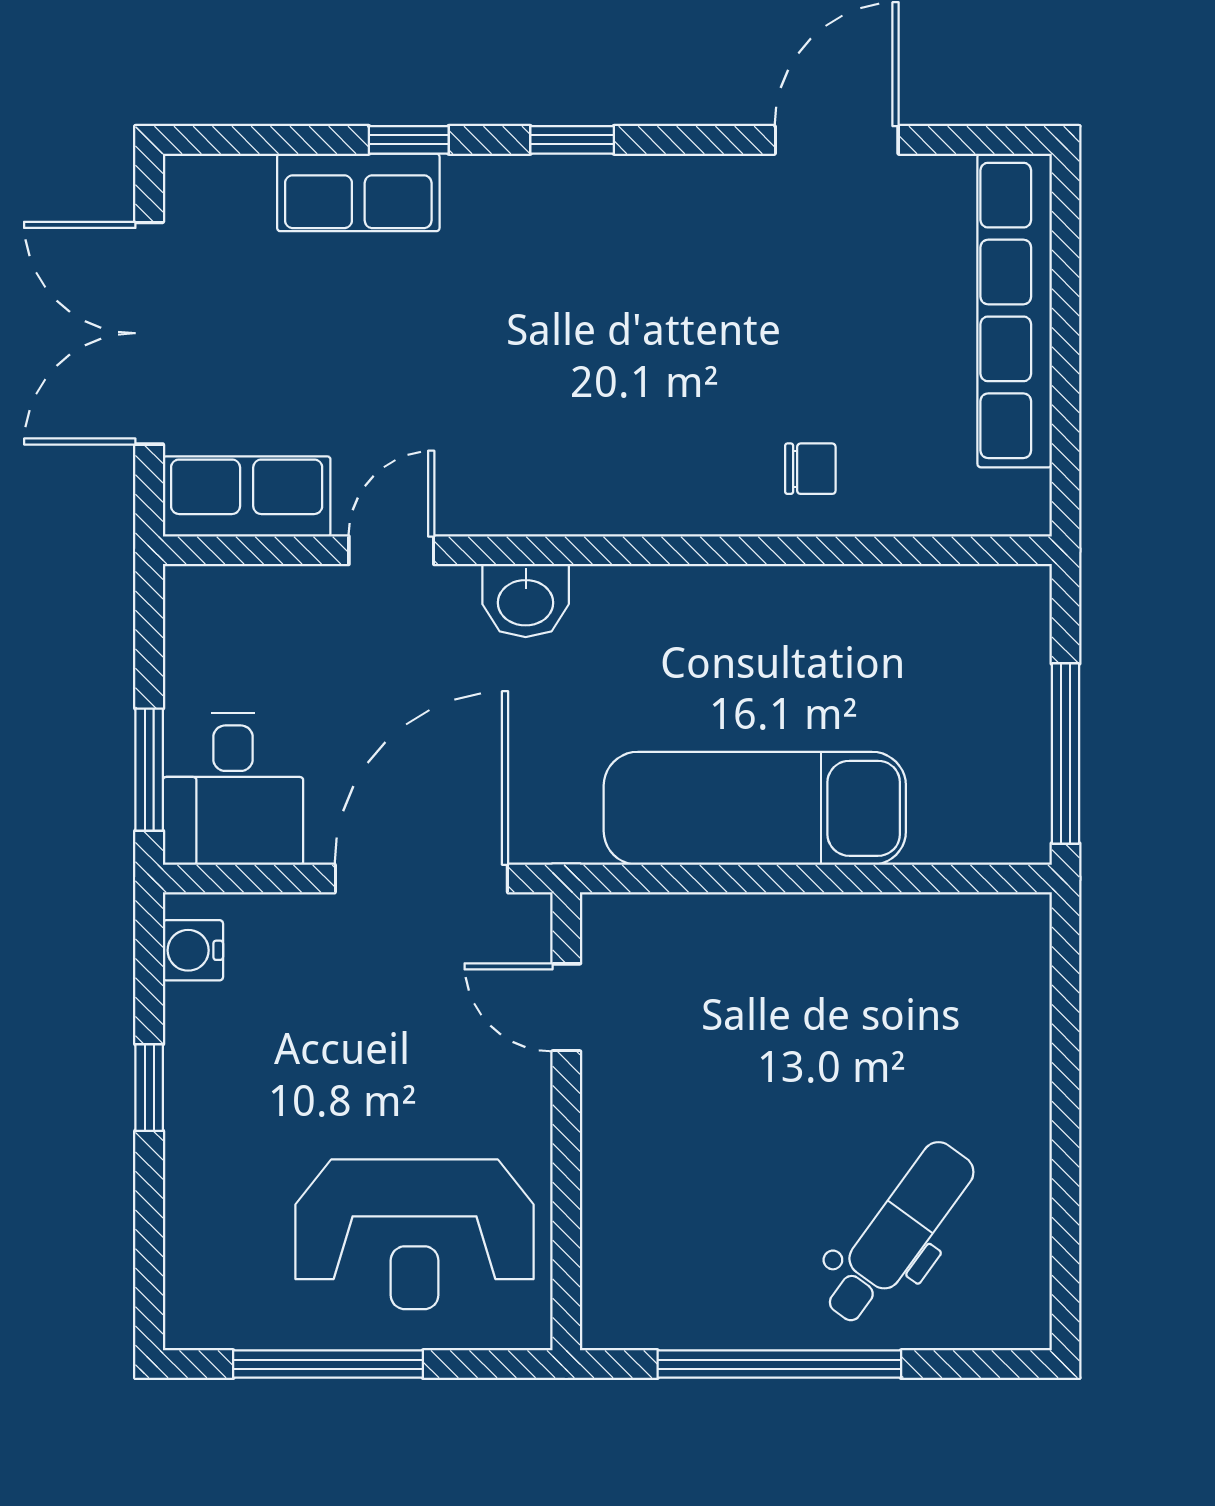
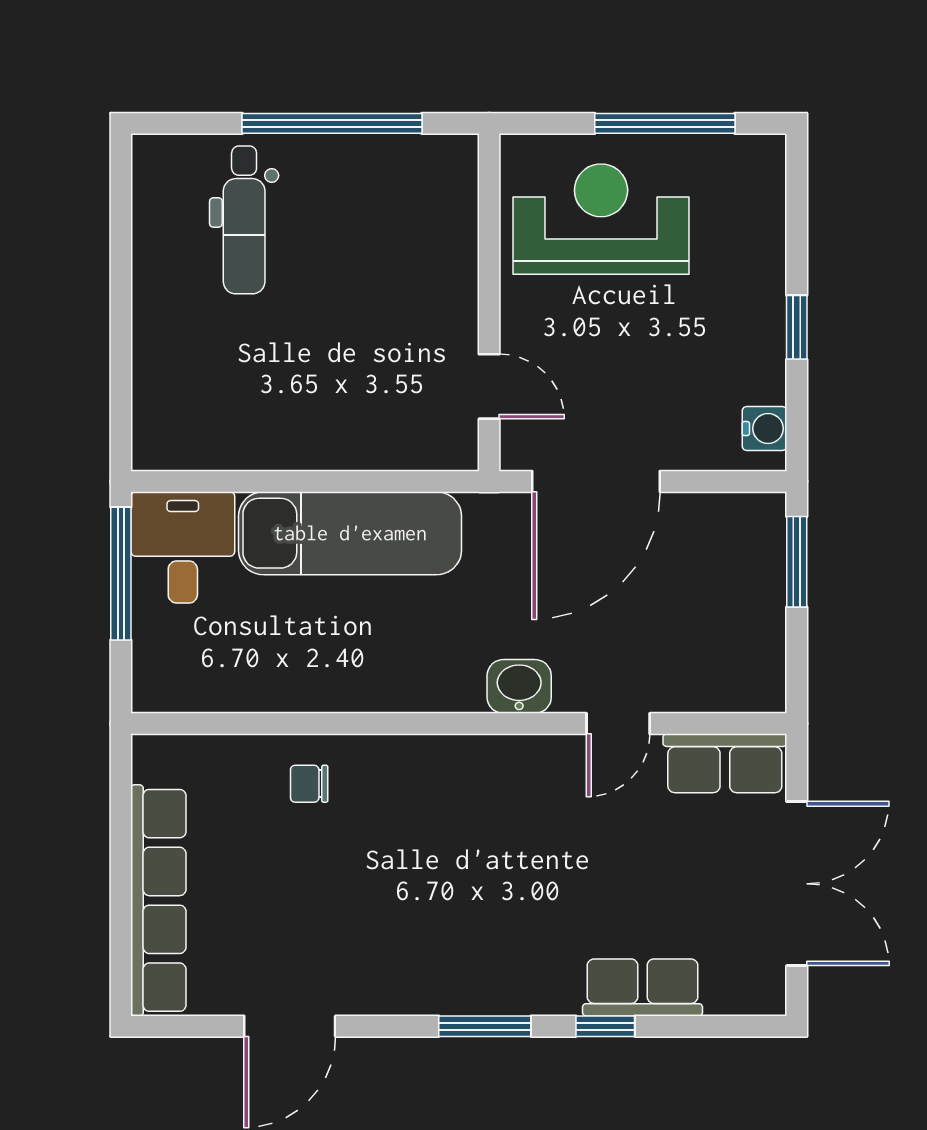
window: (572, 140) -> (485, 1026), width x1.50
desk: (233, 789) -> (183, 547), moved
dental chair: (898, 1233) -> (244, 220), turned -36

